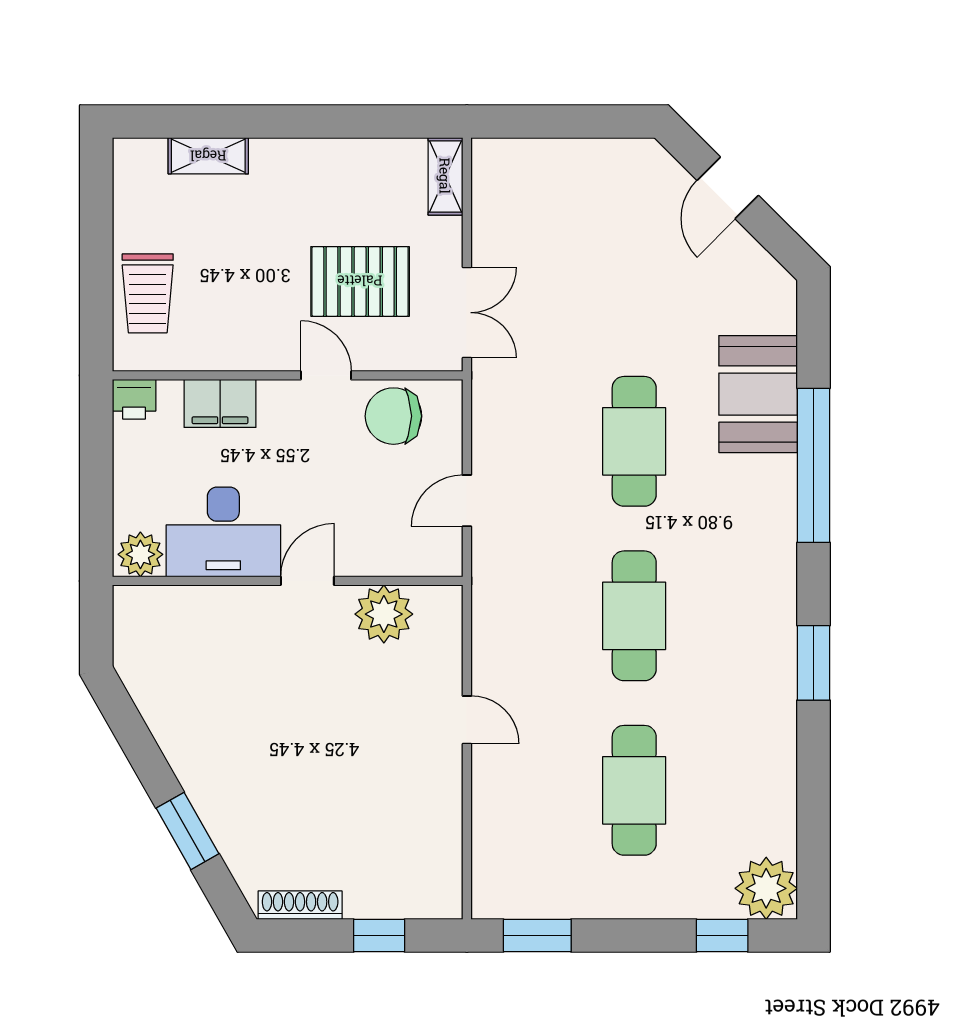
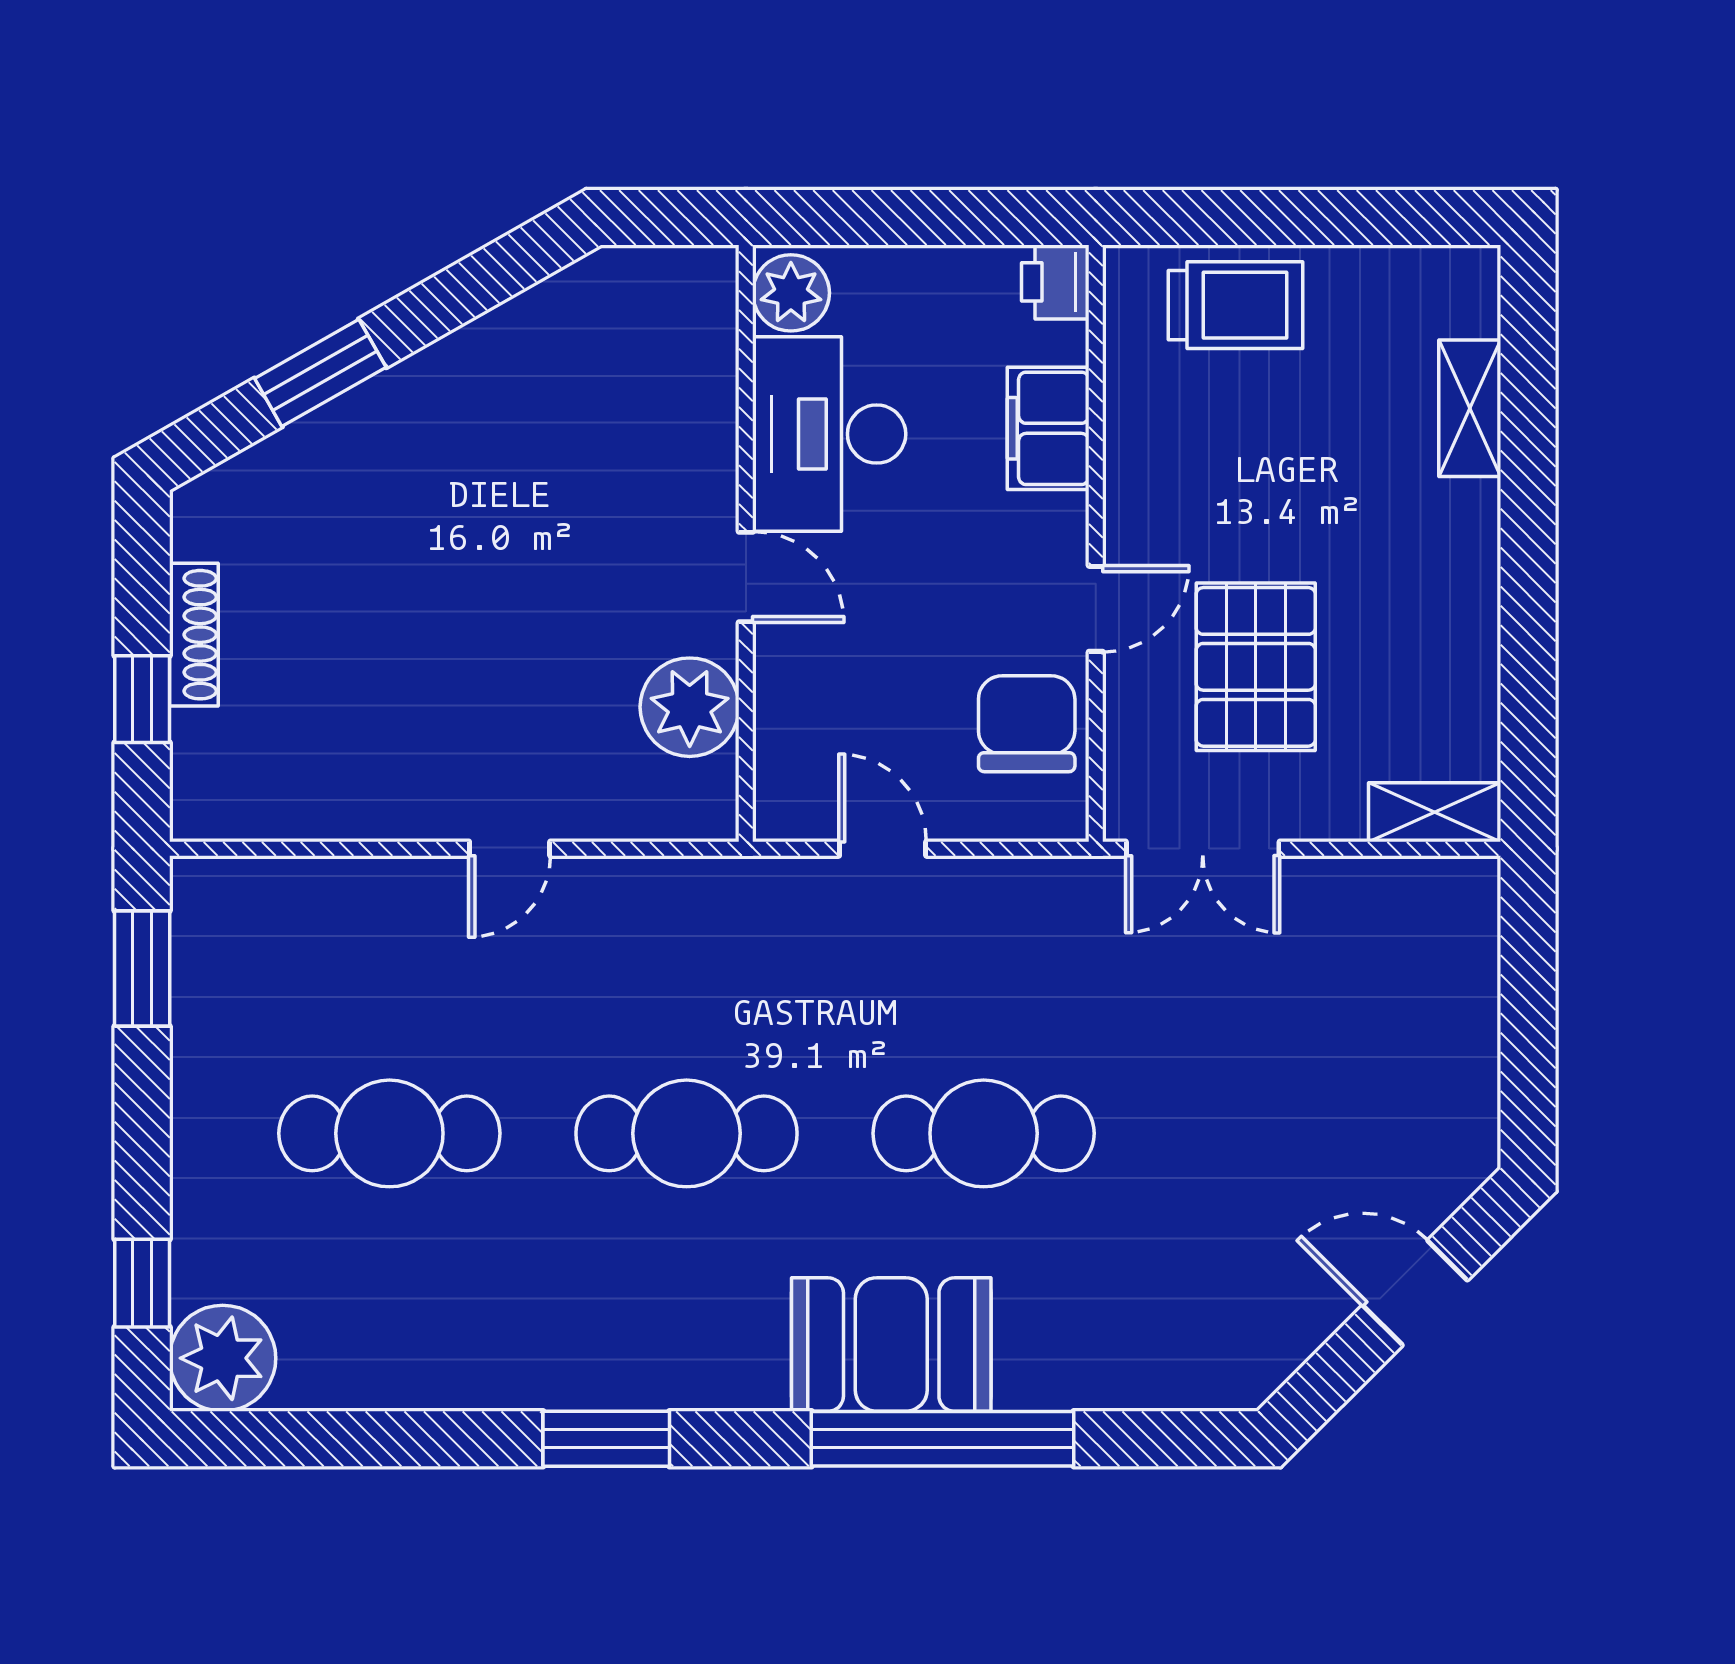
trolley: (148, 293) -> (1235, 305), turned 180
booth: (758, 394) -> (891, 1344), moved
shoe rack: (300, 905) -> (194, 635), moved

